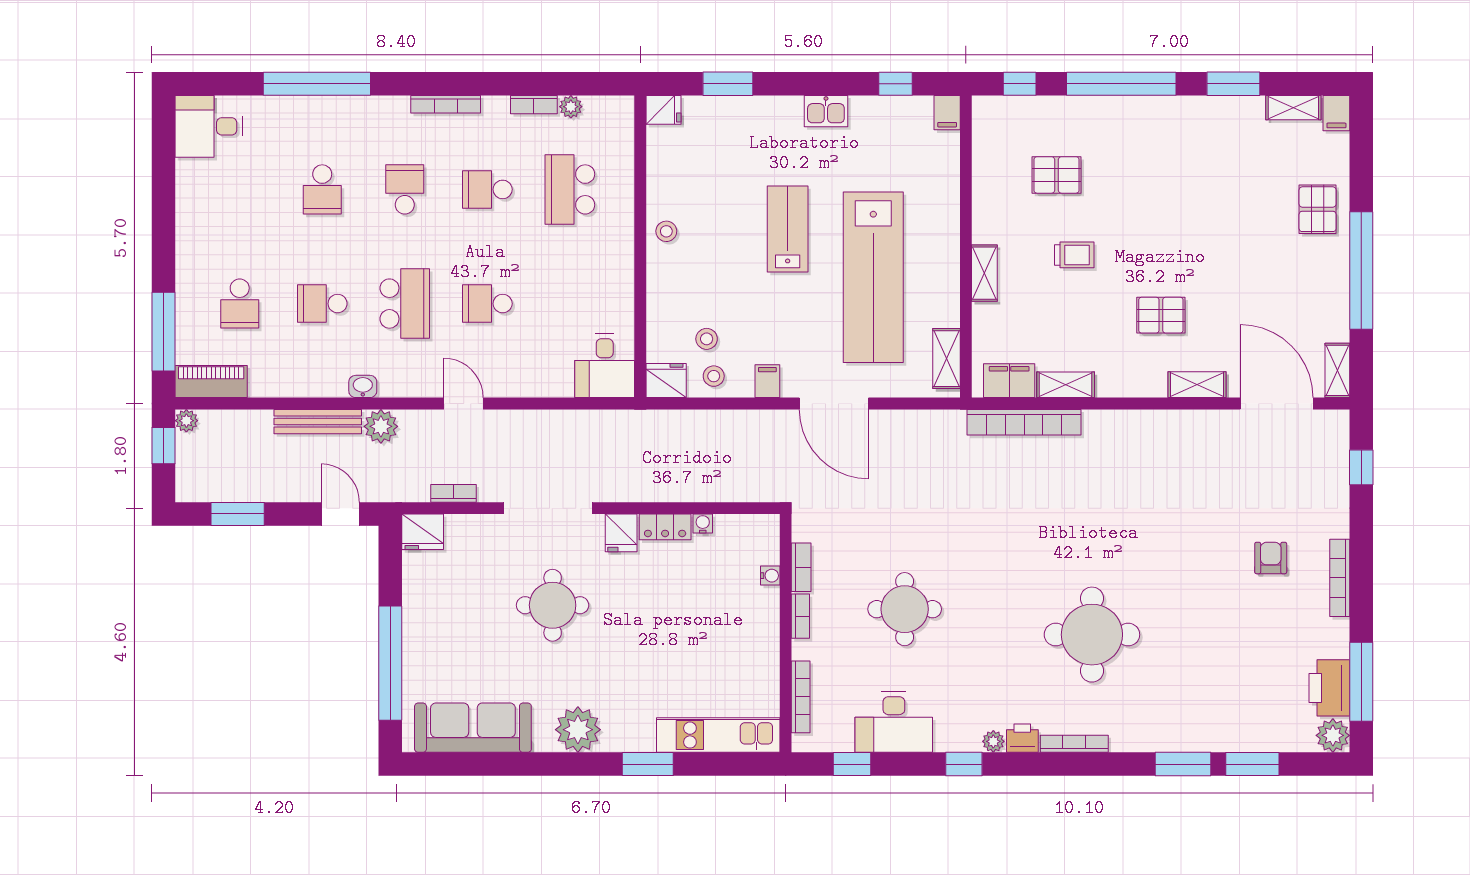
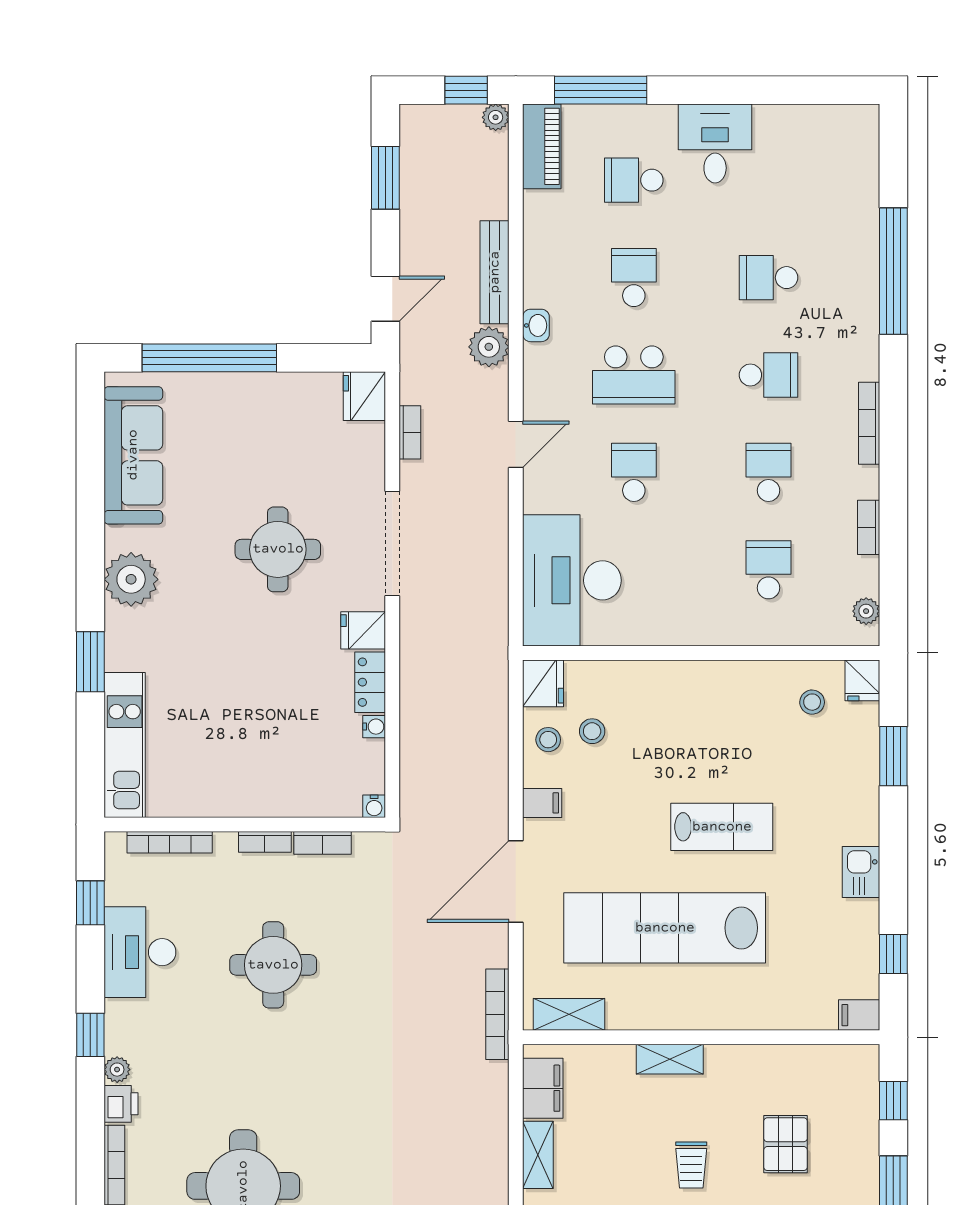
plant: (571, 107) -> (866, 611), moved
desk: (209, 126) -> (715, 143), moved
school desk: (570, 189) -> (768, 570), width x0.54
stool: (666, 231) -> (812, 702), moved
desk: (605, 366) -> (572, 580), width x1.87, depth x1.30
bookcase: (1024, 422) -> (497, 1014), moved, width x0.68, depth x0.76
water cooler: (770, 576) -> (374, 806), moved

